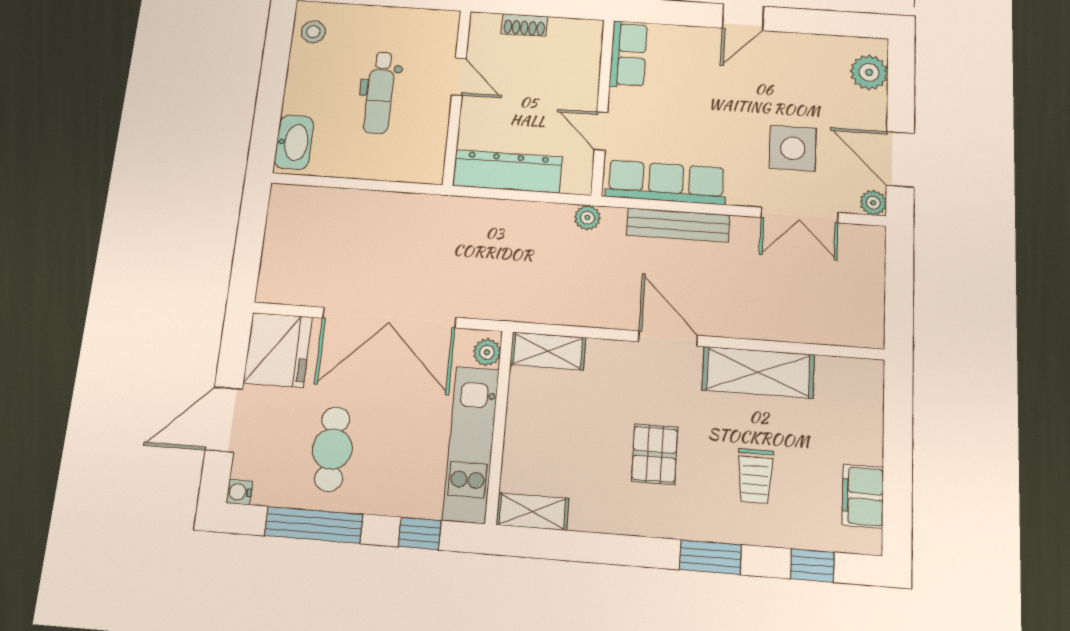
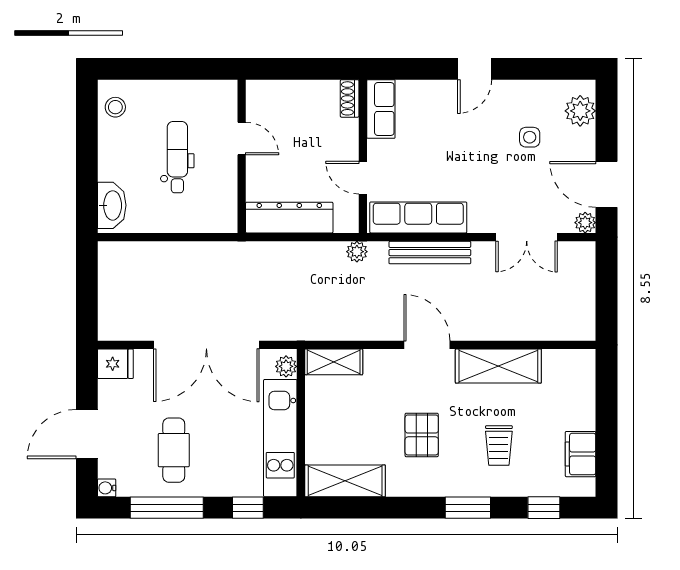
shoe rack: (525, 25) -> (350, 98), moved, turned 90
dental chair: (380, 92) -> (177, 157), turned 180
side table: (793, 148) -> (530, 137), moved, width x0.54, depth x0.54
fridge: (278, 350) -> (115, 364), width x0.53, depth x0.75
shelving: (532, 512) -> (345, 481), width x1.50, depth x1.33

